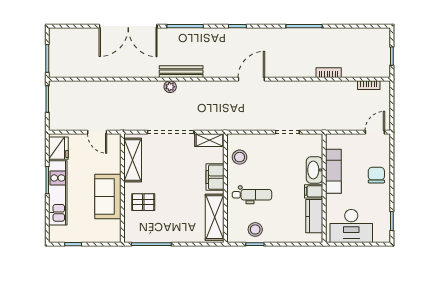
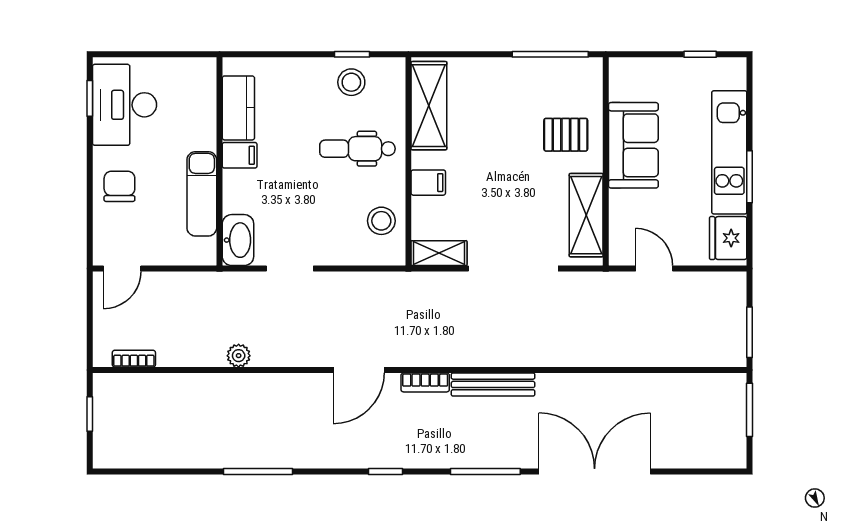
bookcase: (329, 73) -> (425, 382), moved
plant: (170, 87) -> (239, 356), moved
washbasin: (314, 170) -> (238, 240), moved
chair: (376, 175) -> (119, 186), turned 180
filing cabinet: (215, 177) -> (428, 183), width x0.50
desk: (351, 226) -> (125, 105), moved, turned -90

